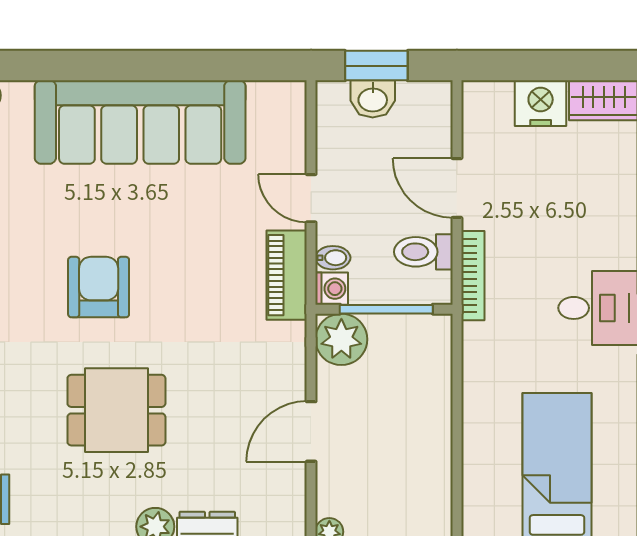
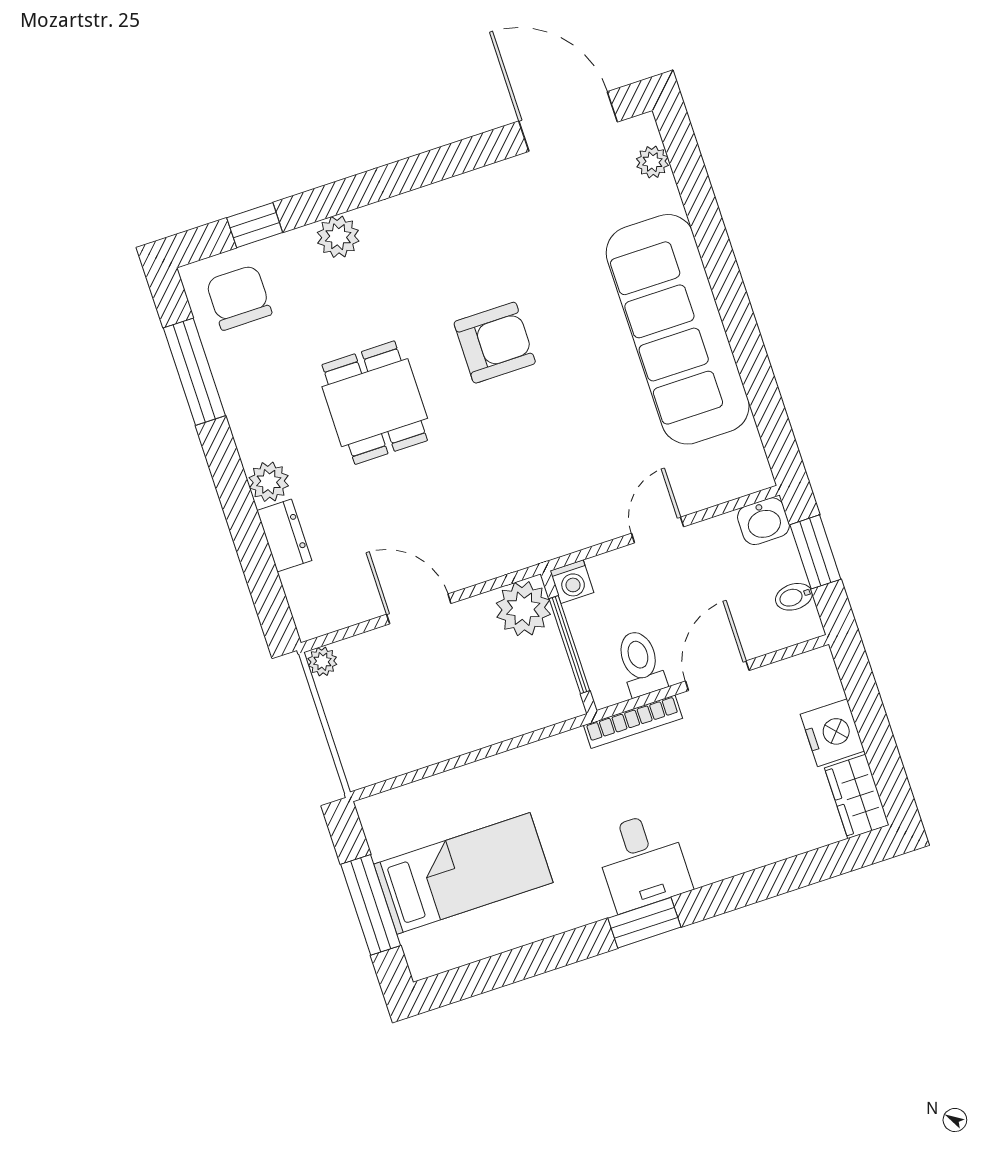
washbasin: (373, 99) -> (763, 521), moved, turned -90
bidet: (333, 258) -> (794, 597), moved, turned 90
piano: (287, 275) -> (570, 531), removed

